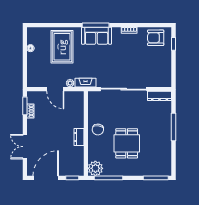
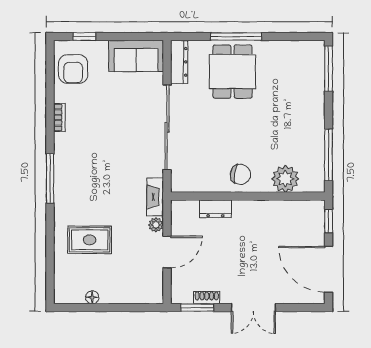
sofa: (97, 36) -> (136, 56), moved, turned 90
rug: (62, 47) -> (90, 240), width x0.73, depth x0.70
dresser: (79, 137) -> (215, 209), moved
dining table: (127, 143) -> (232, 72), moved, turned 90
double door: (25, 147) -> (253, 308), moved
plant: (95, 168) -> (285, 179), moved

